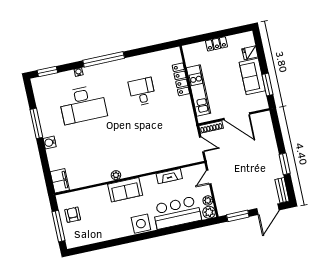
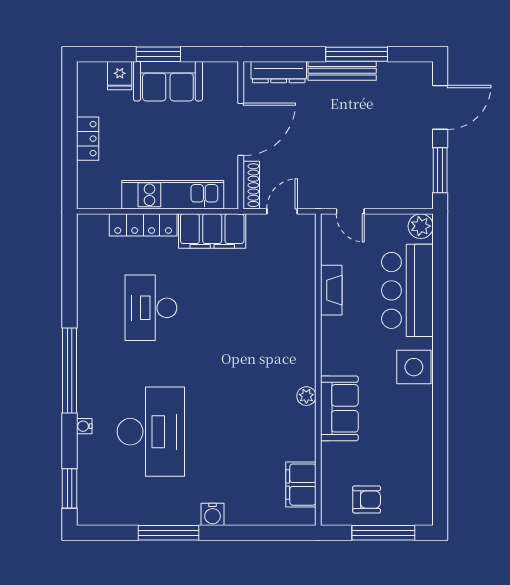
window: (267, 85) -> (158, 54), moved
desk: (142, 92) -> (151, 308), width x1.37
filing cabinet: (185, 113) -> (212, 231), added
dresser: (268, 128) -> (279, 72), added
window: (285, 164) -> (357, 54), width x1.44
filing cabinet: (60, 181) -> (301, 485), moved, turned -90
sofa: (125, 190) -> (339, 408), moved
bench: (282, 190) -> (342, 71), moved, width x1.36
plant: (208, 200) -> (397, 224), removed
door: (268, 209) -> (440, 107), hinge flipped
armchair: (73, 215) -> (367, 500), turned 180

